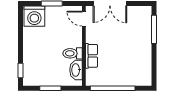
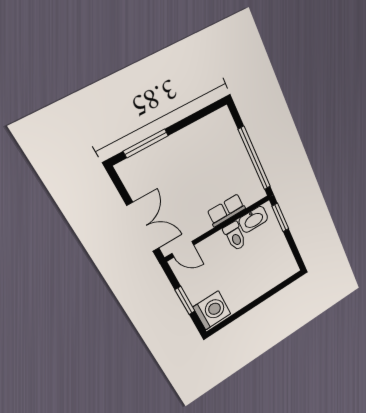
door: (84, 19) -> (183, 249), hinge flipped
window: (21, 70) -> (284, 284), removed
window: (50, 88) -> (280, 218), moved

